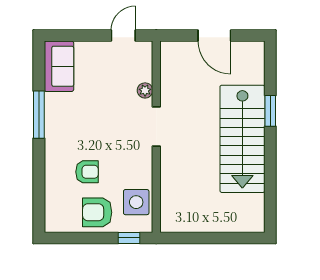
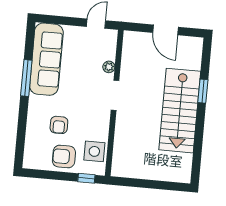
sofa: (59, 66) -> (46, 59), width x1.85, depth x1.27
armchair: (87, 172) -> (59, 125), turned 90

